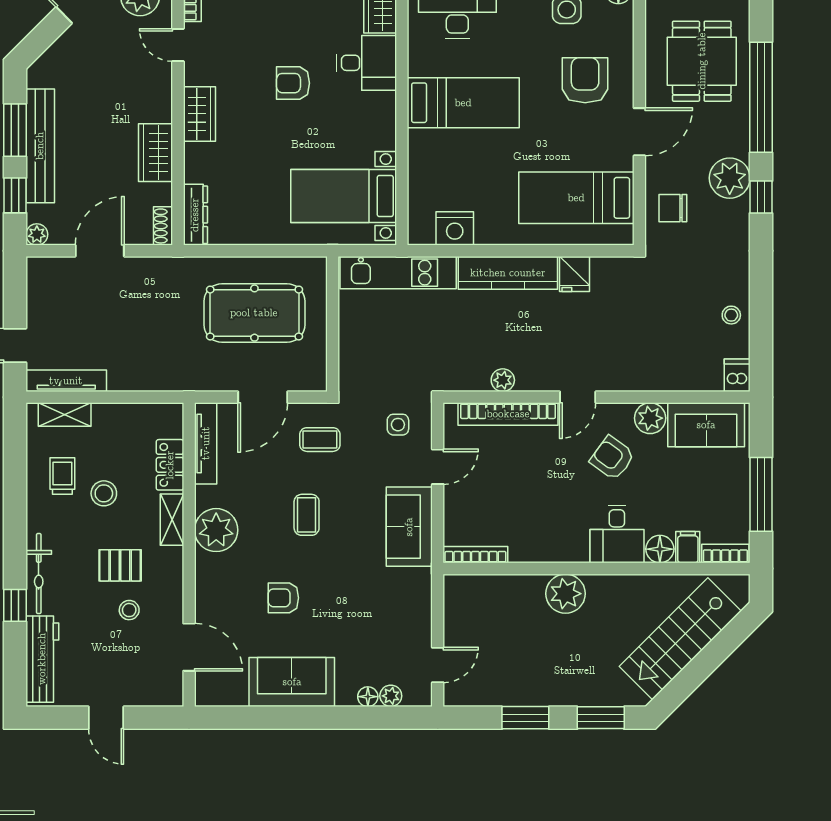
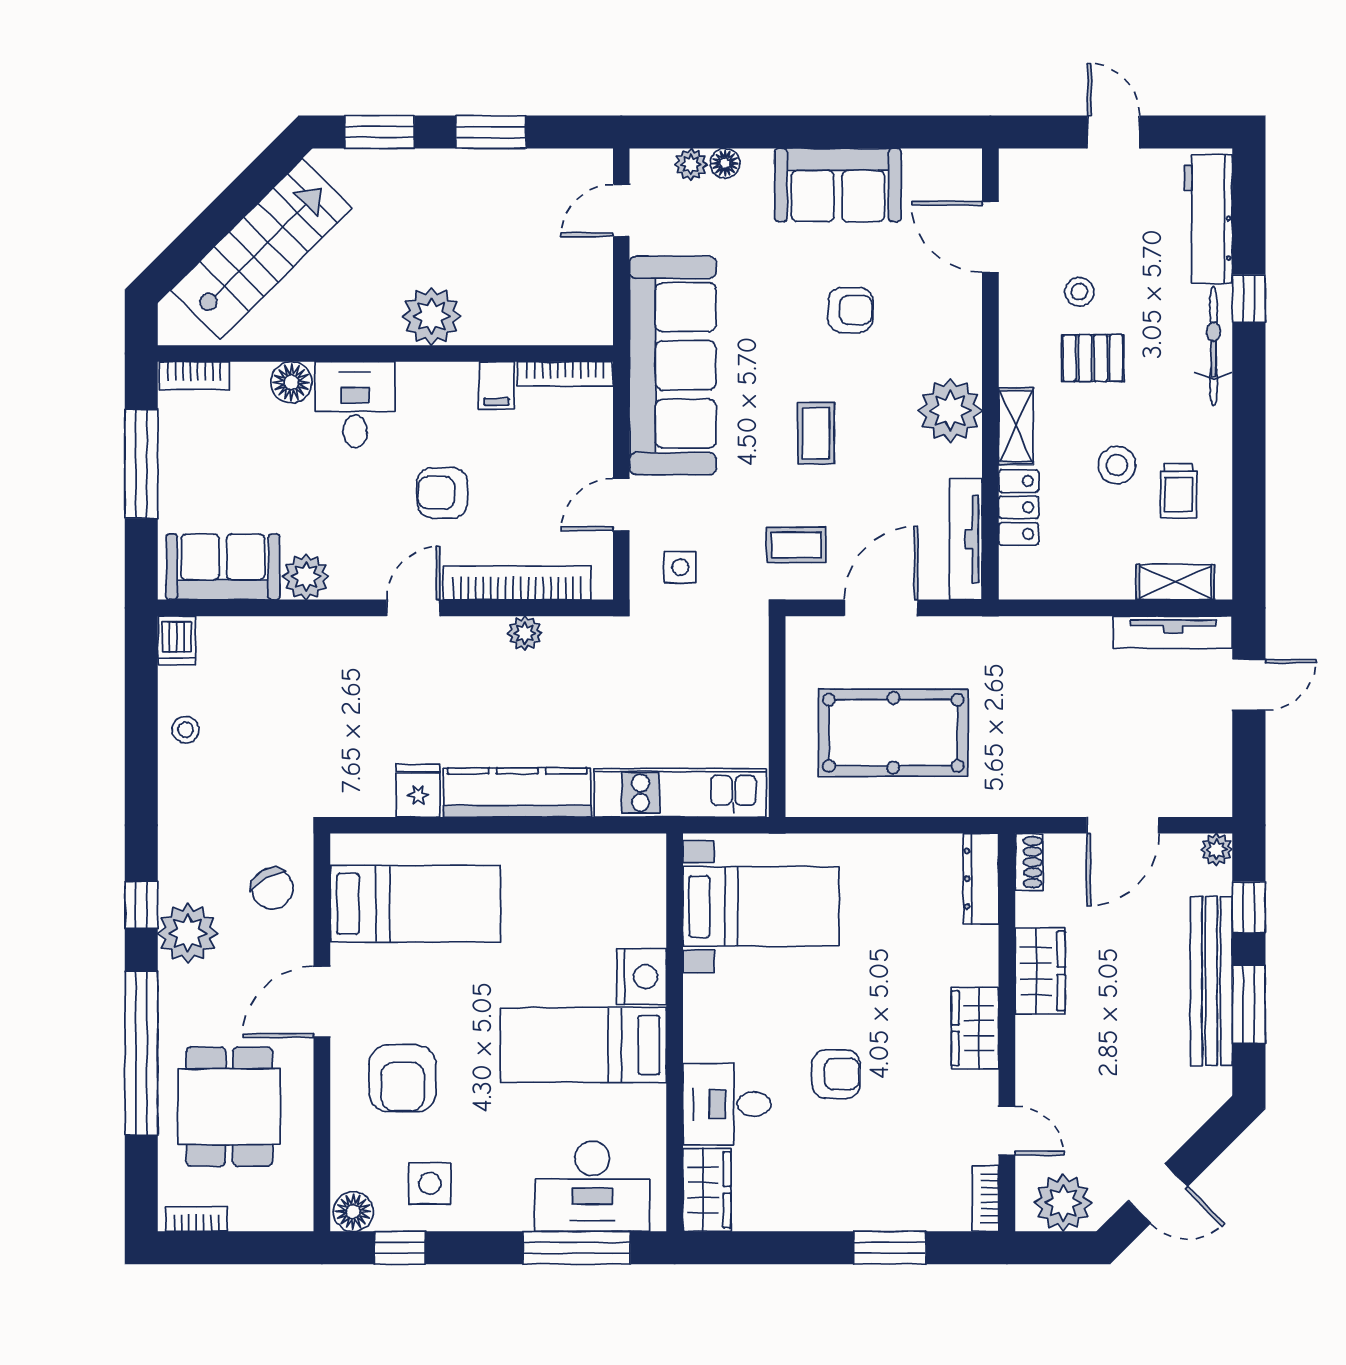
chair: (673, 208) -> (272, 889), turned 61
nightstand: (455, 228) -> (642, 977), moved, turned 90
armchair: (612, 458) -> (442, 493), moved, turned 144
sofa: (409, 527) -> (673, 365), width x1.85, depth x1.27
filing cabinet: (688, 547) -> (496, 385), moved

